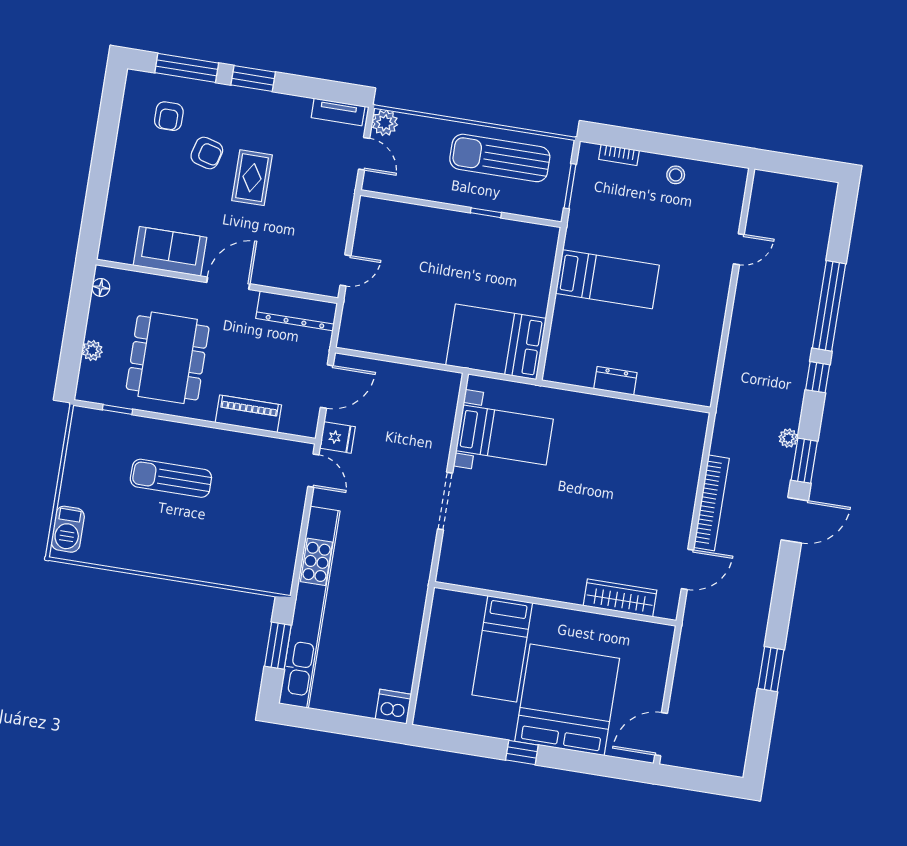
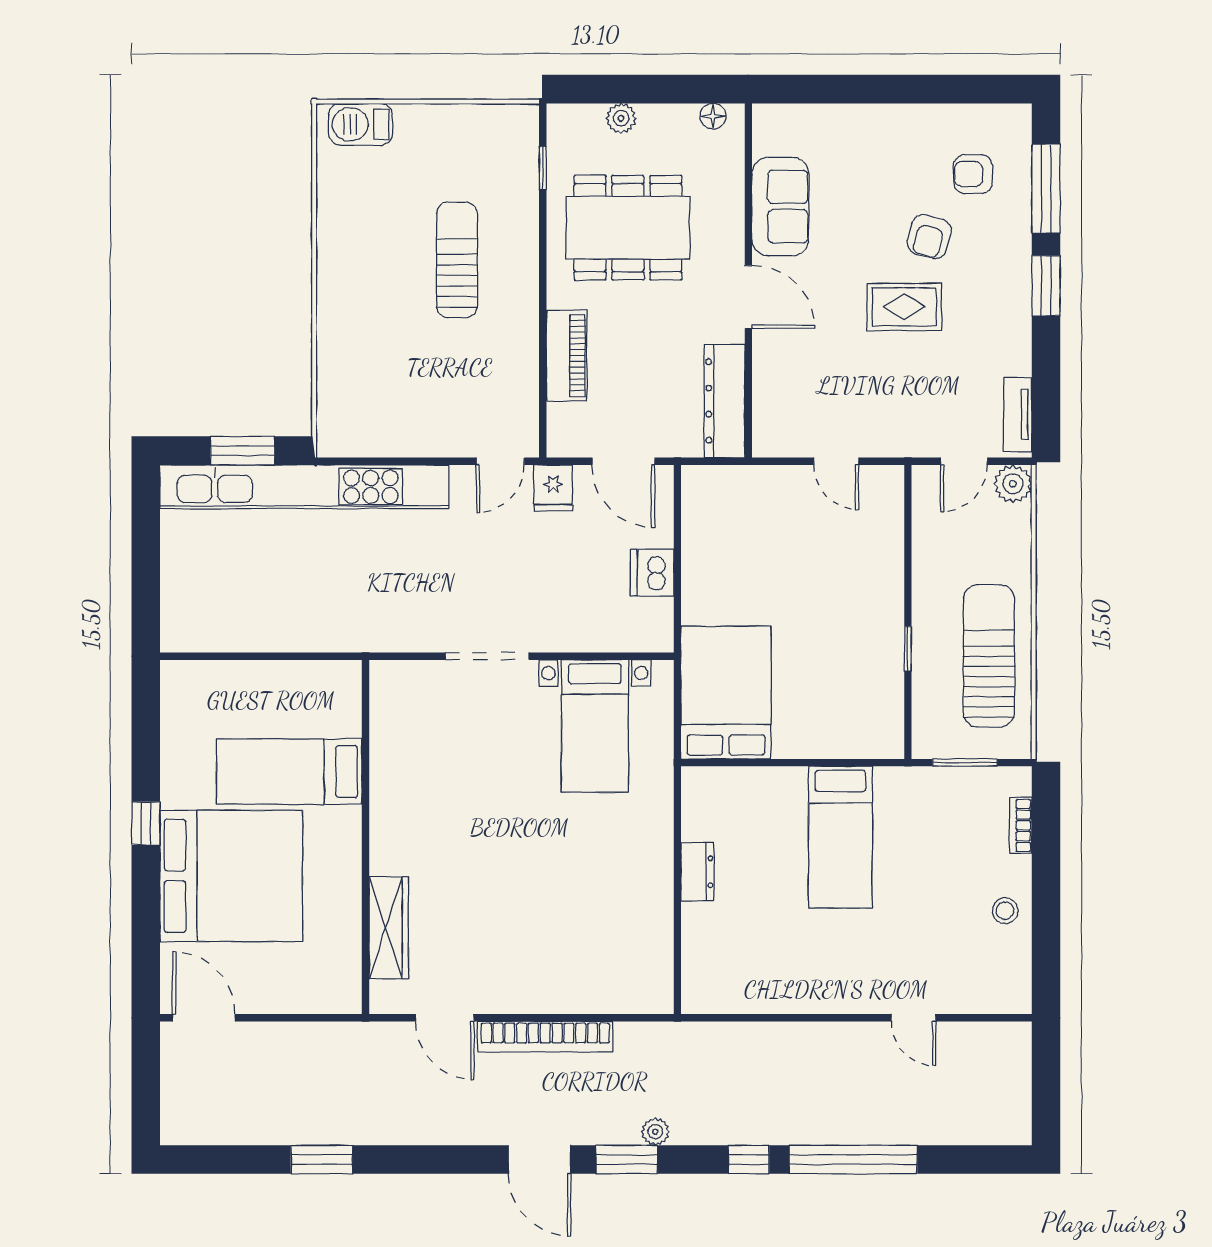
door: (345, 270) -> (836, 461), moved
dishwasher: (393, 707) -> (652, 573), moved, turned 180

